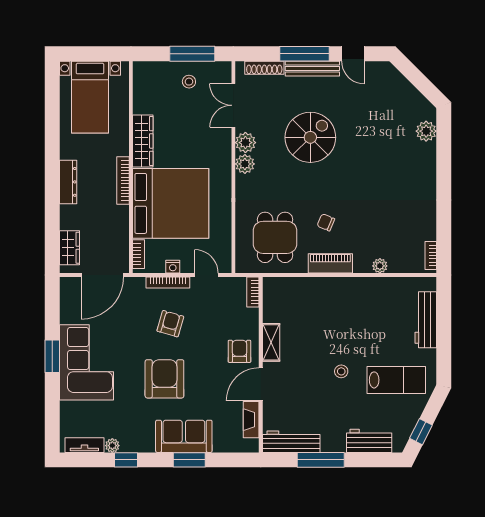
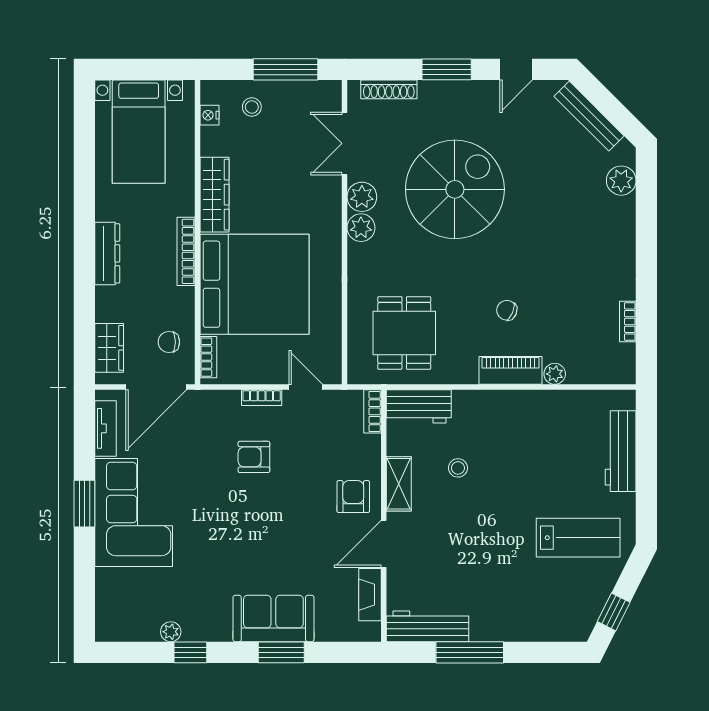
window: (305, 54) -> (447, 69), width x0.69
door: (353, 54) -> (516, 69), hinge flipped
bench: (312, 69) -> (589, 116), moved, turned 45
stool: (189, 82) -> (252, 107), moved
spiral stairs: (310, 137) -> (455, 189), width x1.37, depth x1.37
chair: (326, 222) -> (507, 310), moved
chair: (111, 244) -> (169, 342), added
bookcase: (431, 256) -> (628, 321), moved
piano: (330, 263) -> (510, 370), moved
nightstand: (173, 267) -> (209, 115), moved, turned 90
bookcase: (168, 282) -> (262, 398), width x0.64
armchair: (170, 324) -> (254, 457), turned -106
stool: (341, 371) -> (458, 468), moved
armchair: (164, 379) -> (246, 536), removed
workbench: (369, 441) -> (419, 406), moved, turned 180
tv unit: (84, 445) -> (106, 428), moved, turned 90

